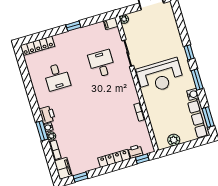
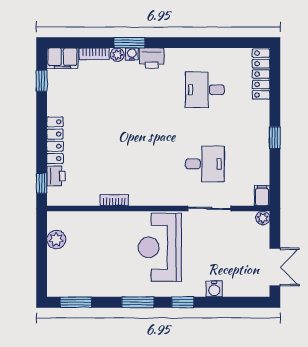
water cooler: (193, 94) -> (214, 289), moved
row of seats: (199, 119) -> (77, 287), removed

